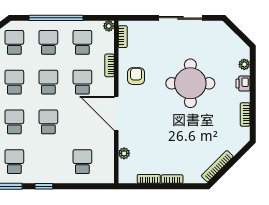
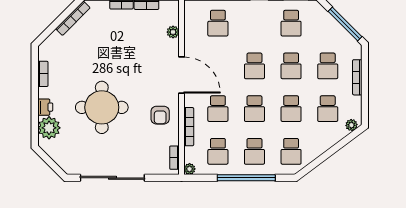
sliding door: (180, 18) -> (112, 178), width x1.36
plant: (244, 64) -> (49, 128), width x1.87, depth x1.87
bookcase: (110, 65) -> (189, 127), width x1.56

